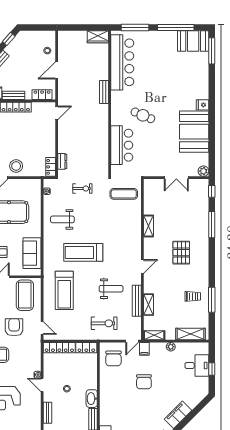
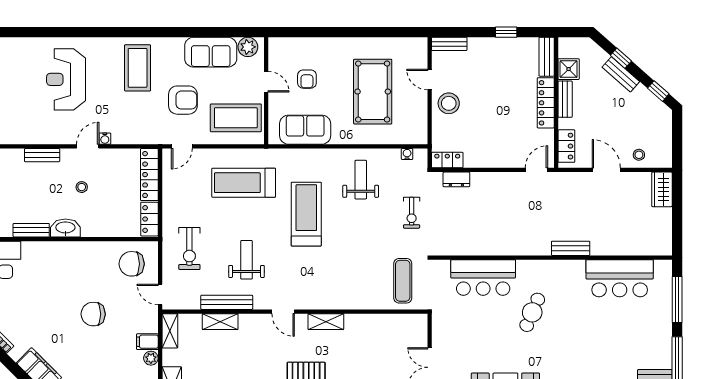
wardrobe: (98, 37) -> (662, 189), moved
bar counter: (122, 62) -> (620, 278), width x0.73
door: (57, 113) -> (536, 170), swing flipped
shelving: (149, 226) -> (326, 322), moved
weight bench: (111, 289) -> (247, 260), turned 180
filing cabinet: (144, 349) -> (147, 342), moved

